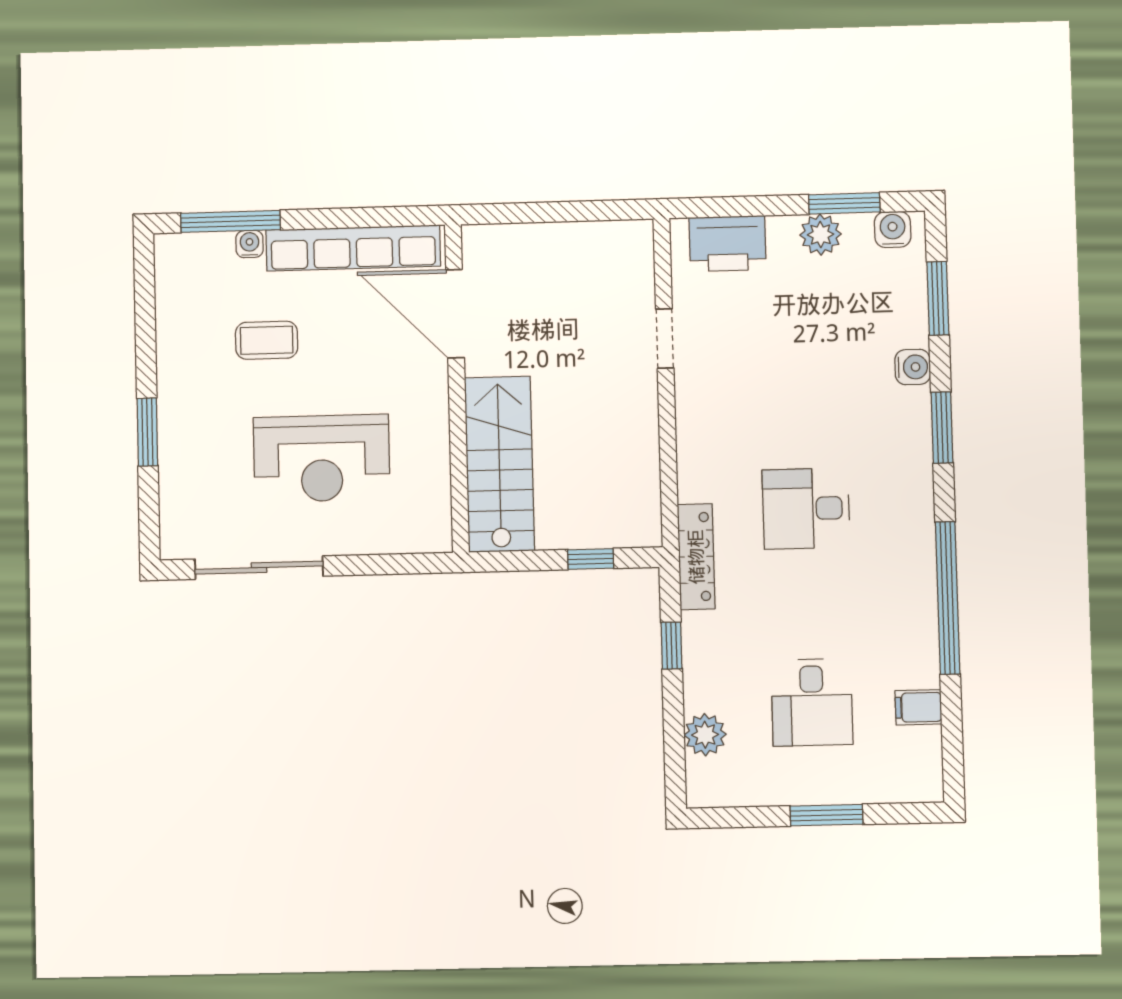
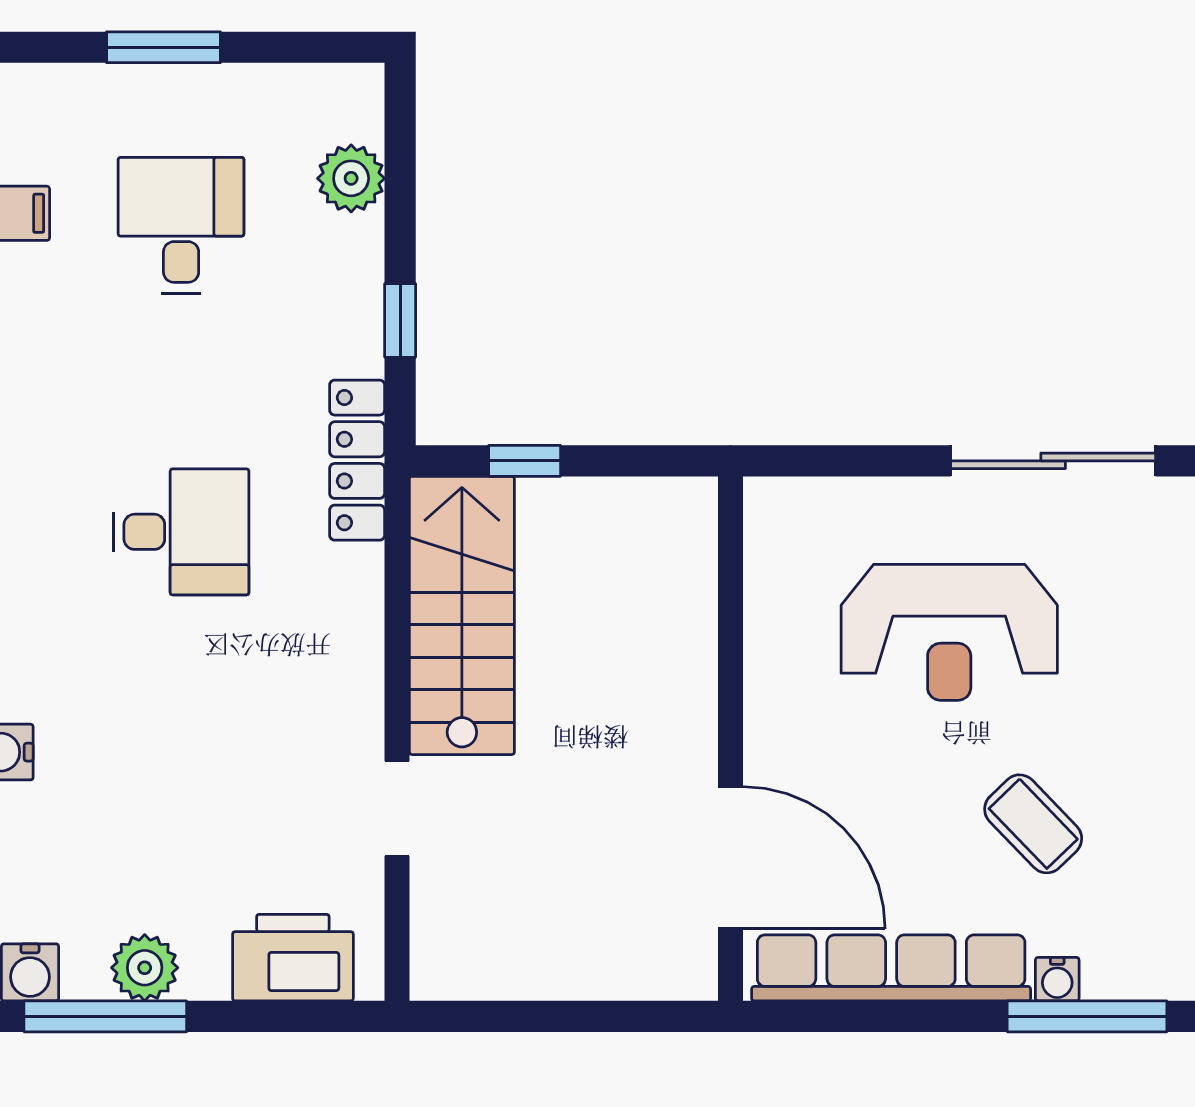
window: (844, 203) -> (105, 1016), width x1.44
coffee table: (267, 340) -> (1033, 824), turned 46
reception desk: (322, 458) -> (949, 632), turned 180
stairs: (499, 464) -> (462, 615), moved, turned 180

